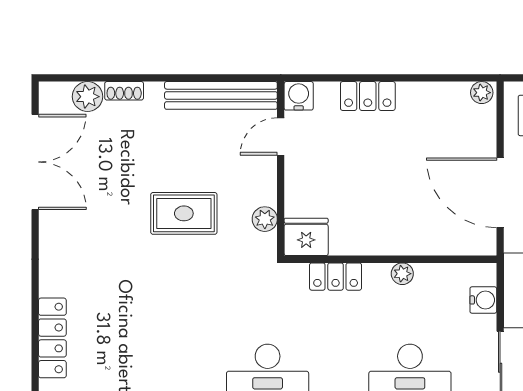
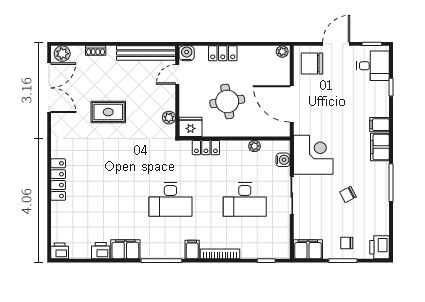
plant: (87, 97) -> (62, 54), moved
round table: (376, 188) -> (227, 101), added
rug: (184, 213) -> (108, 112), moved
plant: (402, 274) -> (254, 146), moved

